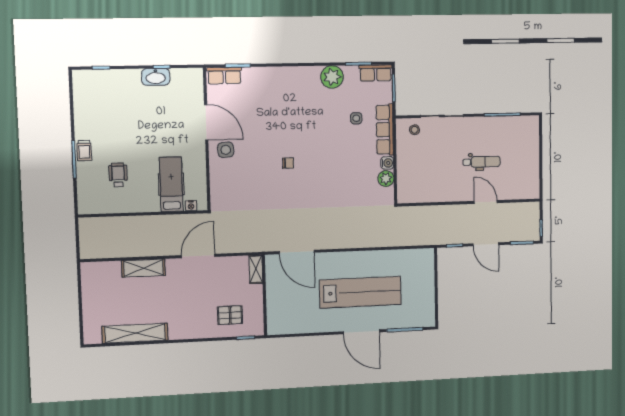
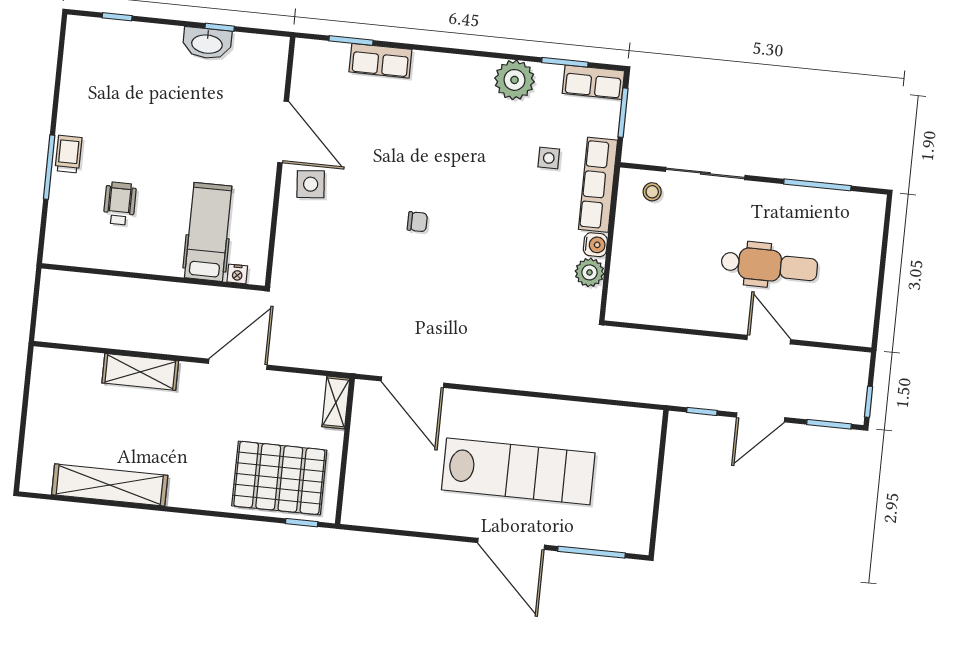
row of seats: (224, 76) -> (380, 61), moved
trolley: (84, 150) -> (69, 154), turned 180
dental chair: (482, 162) -> (769, 265), width x1.36, depth x1.38
door: (486, 244) -> (761, 417), hinge flipped
pallet: (230, 315) -> (279, 478), width x2.05, depth x2.00

